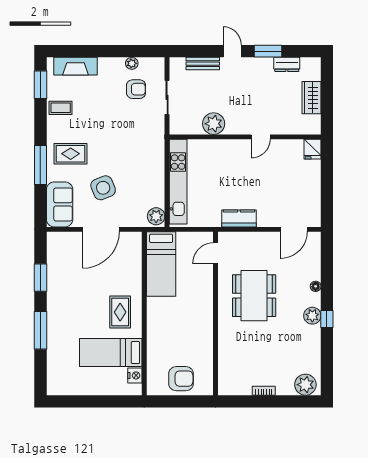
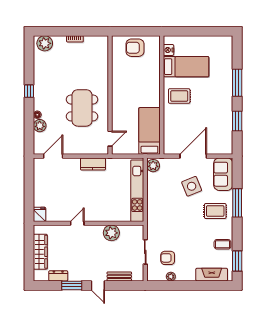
wardrobe: (311, 98) -> (40, 252), width x1.50
rug: (120, 312) -> (179, 96), turned 90
plant: (312, 316) -> (40, 126), moved

